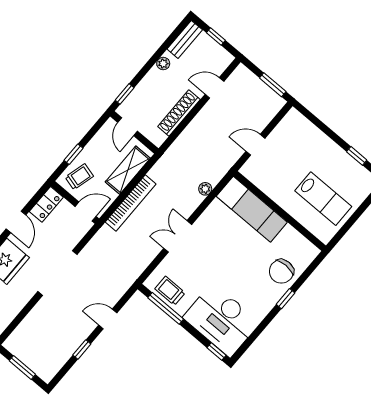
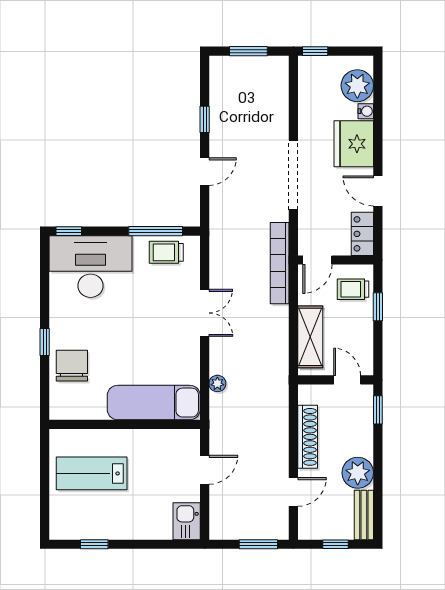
plant: (163, 64) -> (358, 473), width x1.87, depth x1.87
window: (273, 85) -> (258, 544), moved
kitchen sink: (291, 124) -> (187, 521), added
trolley: (79, 177) -> (353, 289), turned 75
bookcase: (131, 203) -> (280, 263), moved
trolley: (170, 291) -> (166, 252), turned 180

